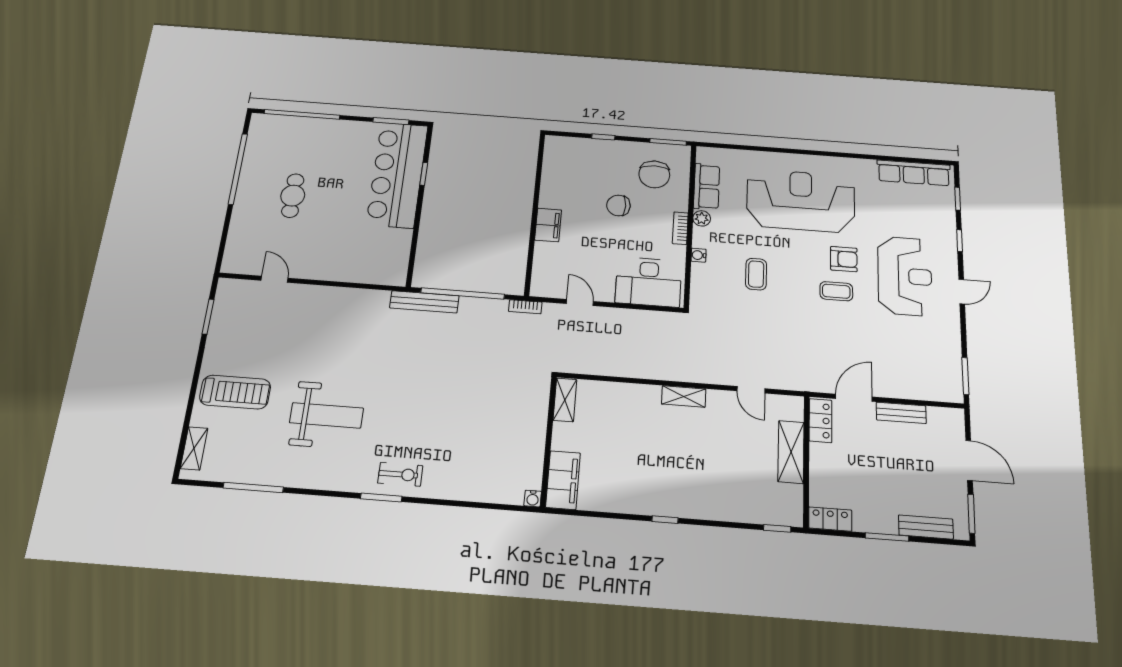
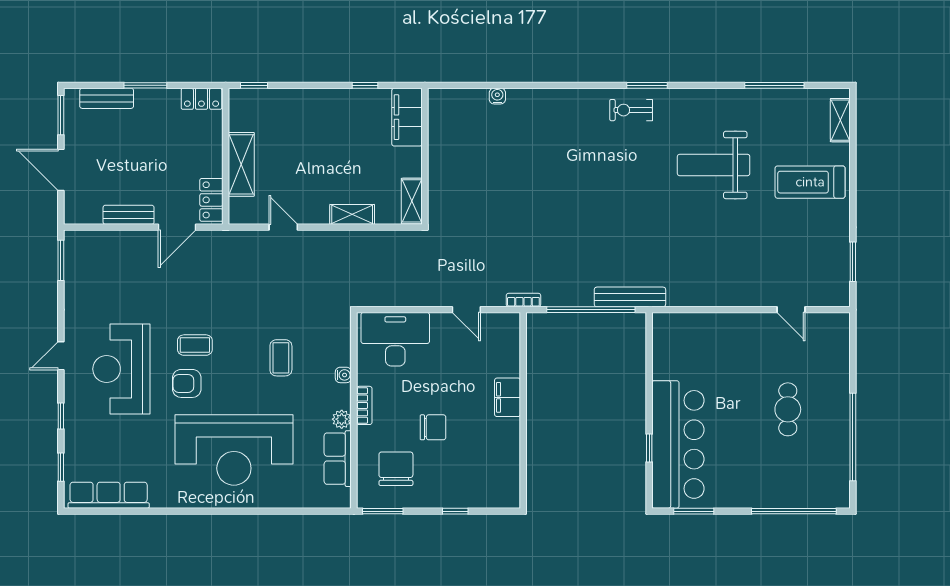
shelving: (565, 400) -> (412, 201), moved
wall: (549, 441) -> (425, 156), moved
filing cabinet: (563, 480) -> (407, 117), moved

